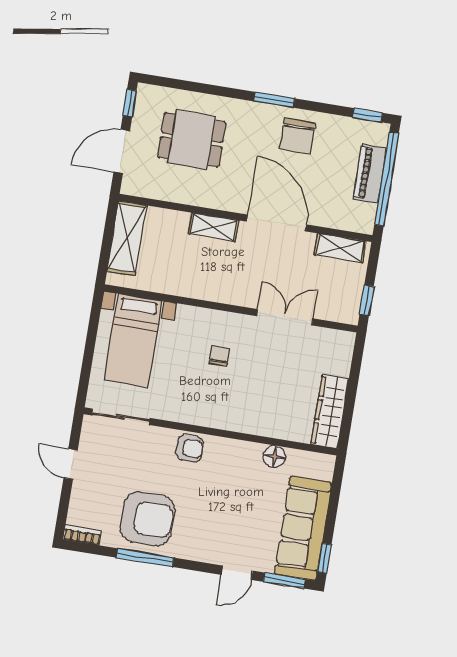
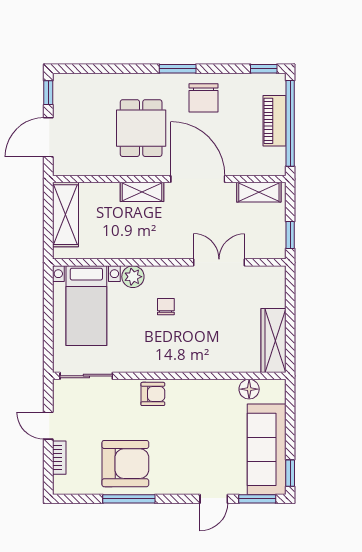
dining table: (192, 140) -> (141, 128), moved, turned 90
plant: (189, 317) -> (133, 277), added
floor lamp: (274, 457) -> (249, 389), moved
bookcase: (82, 535) -> (59, 458), moved, turned 90

